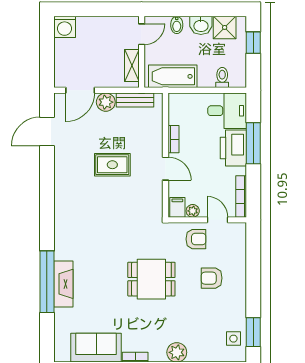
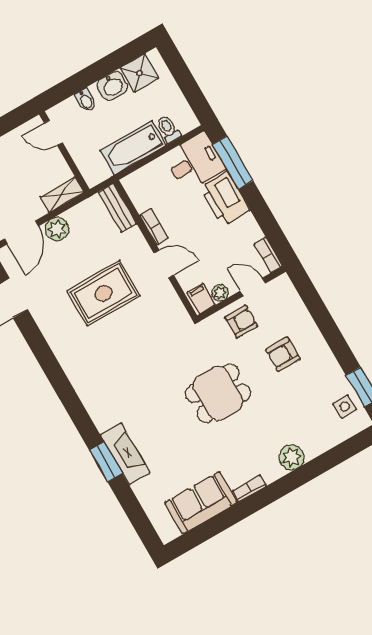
door: (142, 34) -> (53, 133), swing flipped
window: (253, 43) -> (180, 72), removed
shelving: (132, 65) -> (62, 195), moved, turned 90
bathtub: (173, 76) -> (133, 148), moved
bench: (135, 100) -> (117, 208), moved, turned 90
window: (253, 143) -> (233, 163), moved
rug: (112, 165) -> (103, 293), width x1.36, depth x1.43
bookcase: (241, 196) -> (268, 255), width x0.64
window: (47, 282) -> (106, 462), width x0.47

